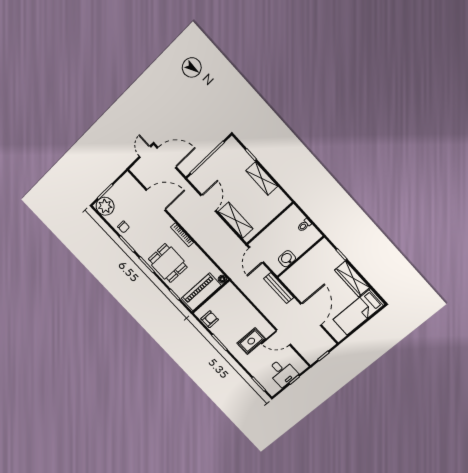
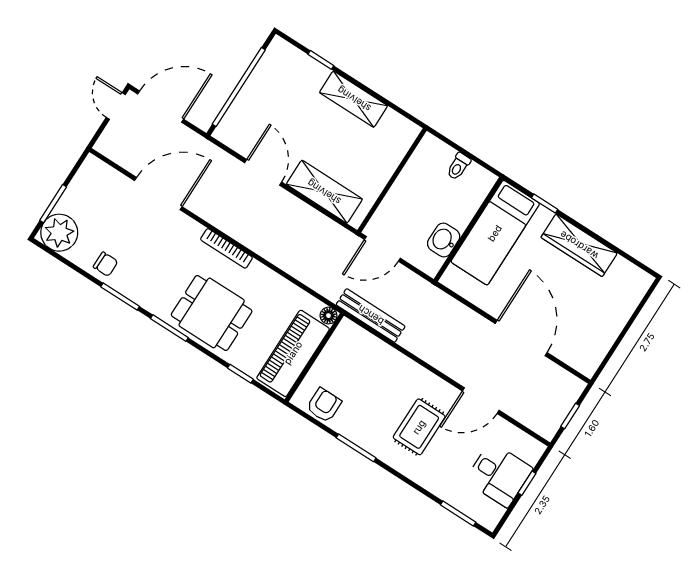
door: (256, 255) -> (382, 249), hinge flipped
bench: (279, 288) -> (371, 315), moved
bed: (359, 312) -> (495, 233), moved

